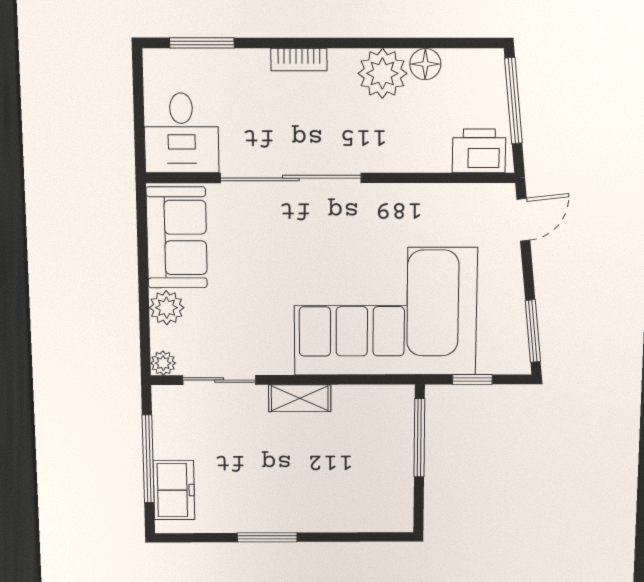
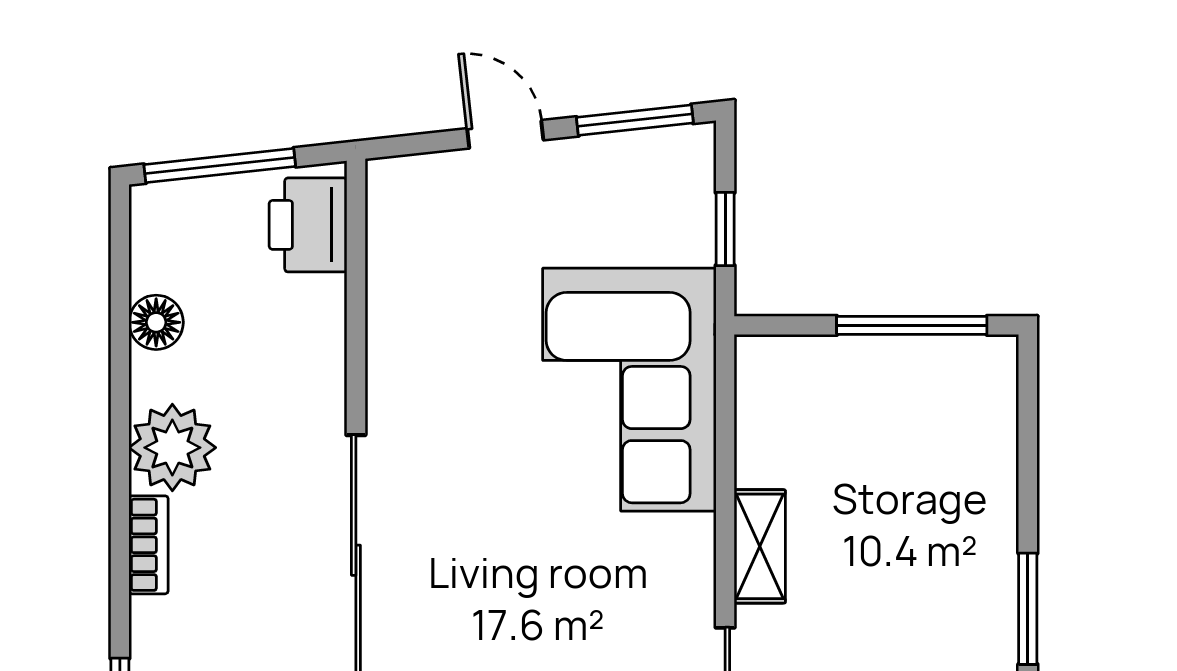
plant: (382, 73) -> (172, 448), moved
door: (523, 220) -> (505, 134), moved
corner sofa: (385, 312) -> (629, 390), width x0.73, depth x0.74
window: (419, 438) -> (912, 325), moved

